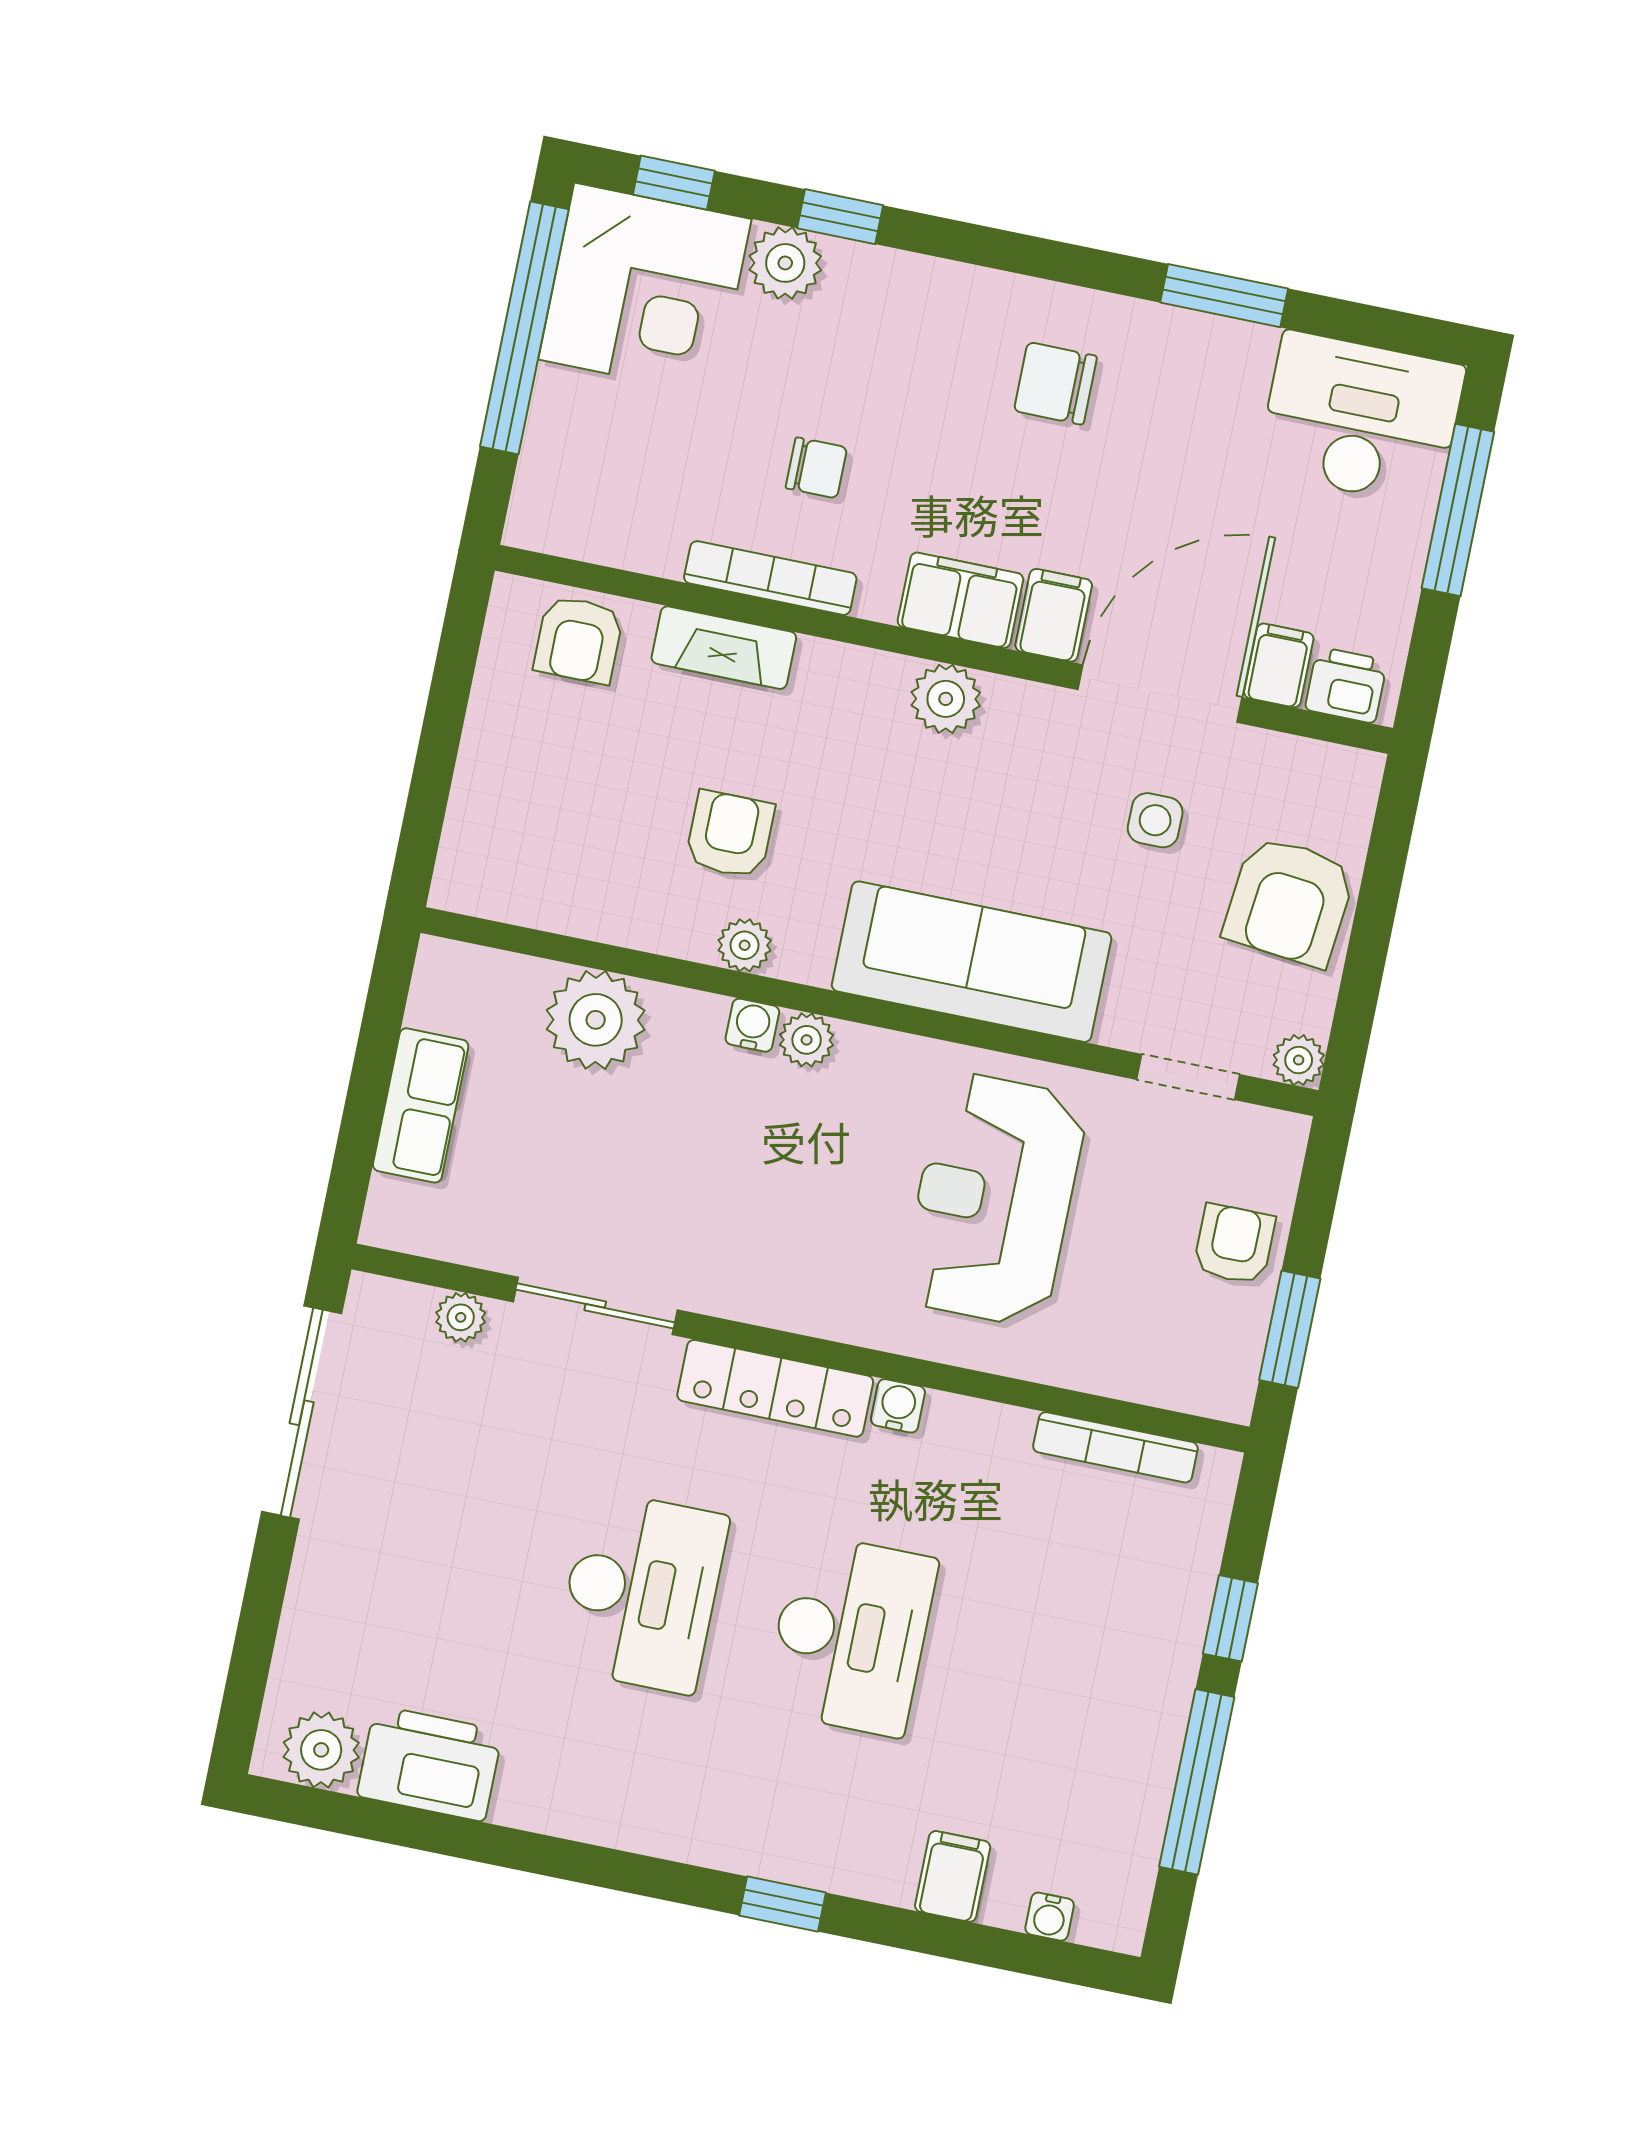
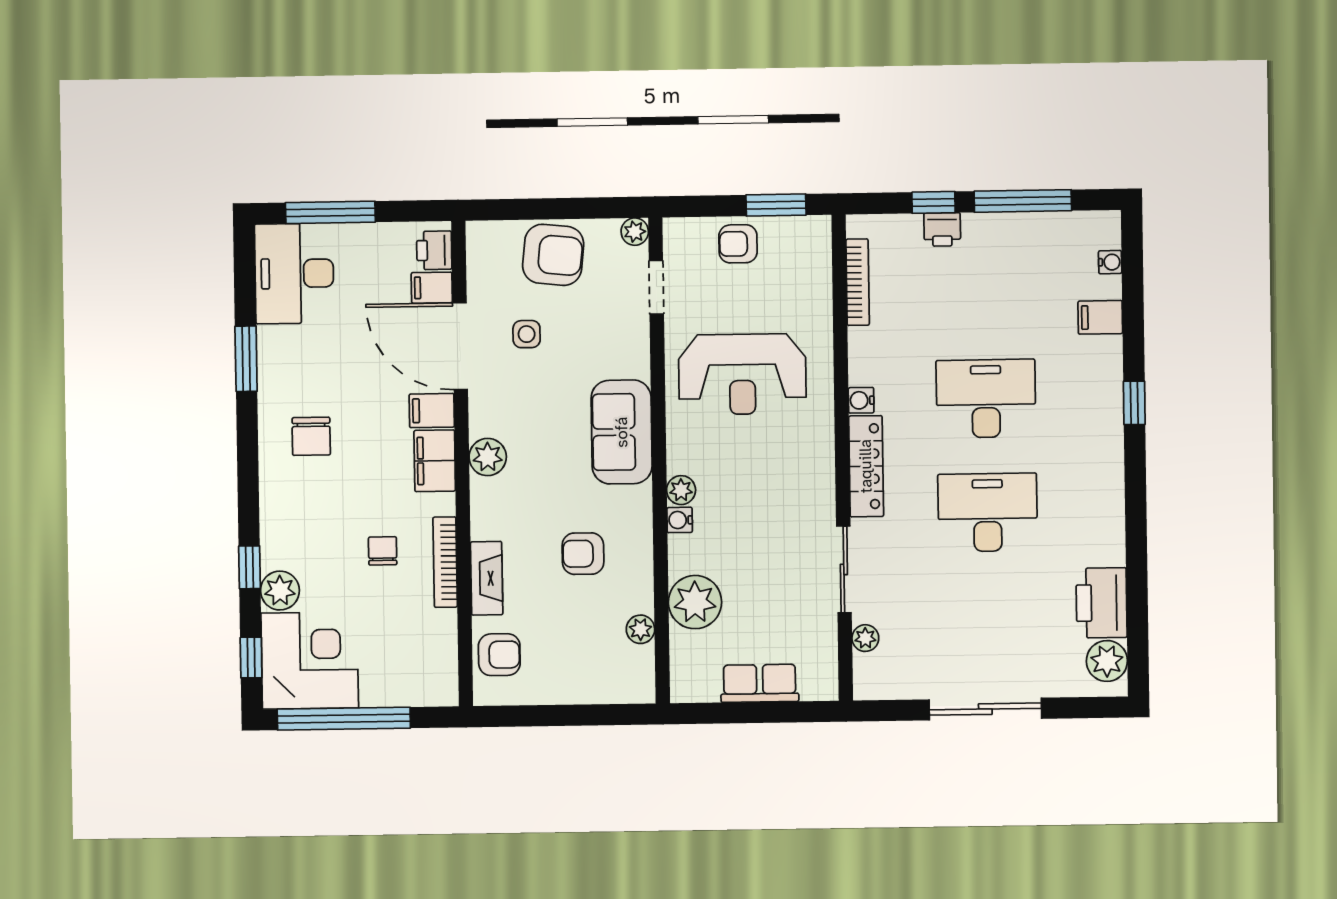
plant: (745, 945) -> (640, 629), moved
sofa: (972, 962) -> (622, 432), width x0.73
sliding door: (302, 1413) -> (985, 709), moved
printer: (1178, 1623) -> (942, 229), added

